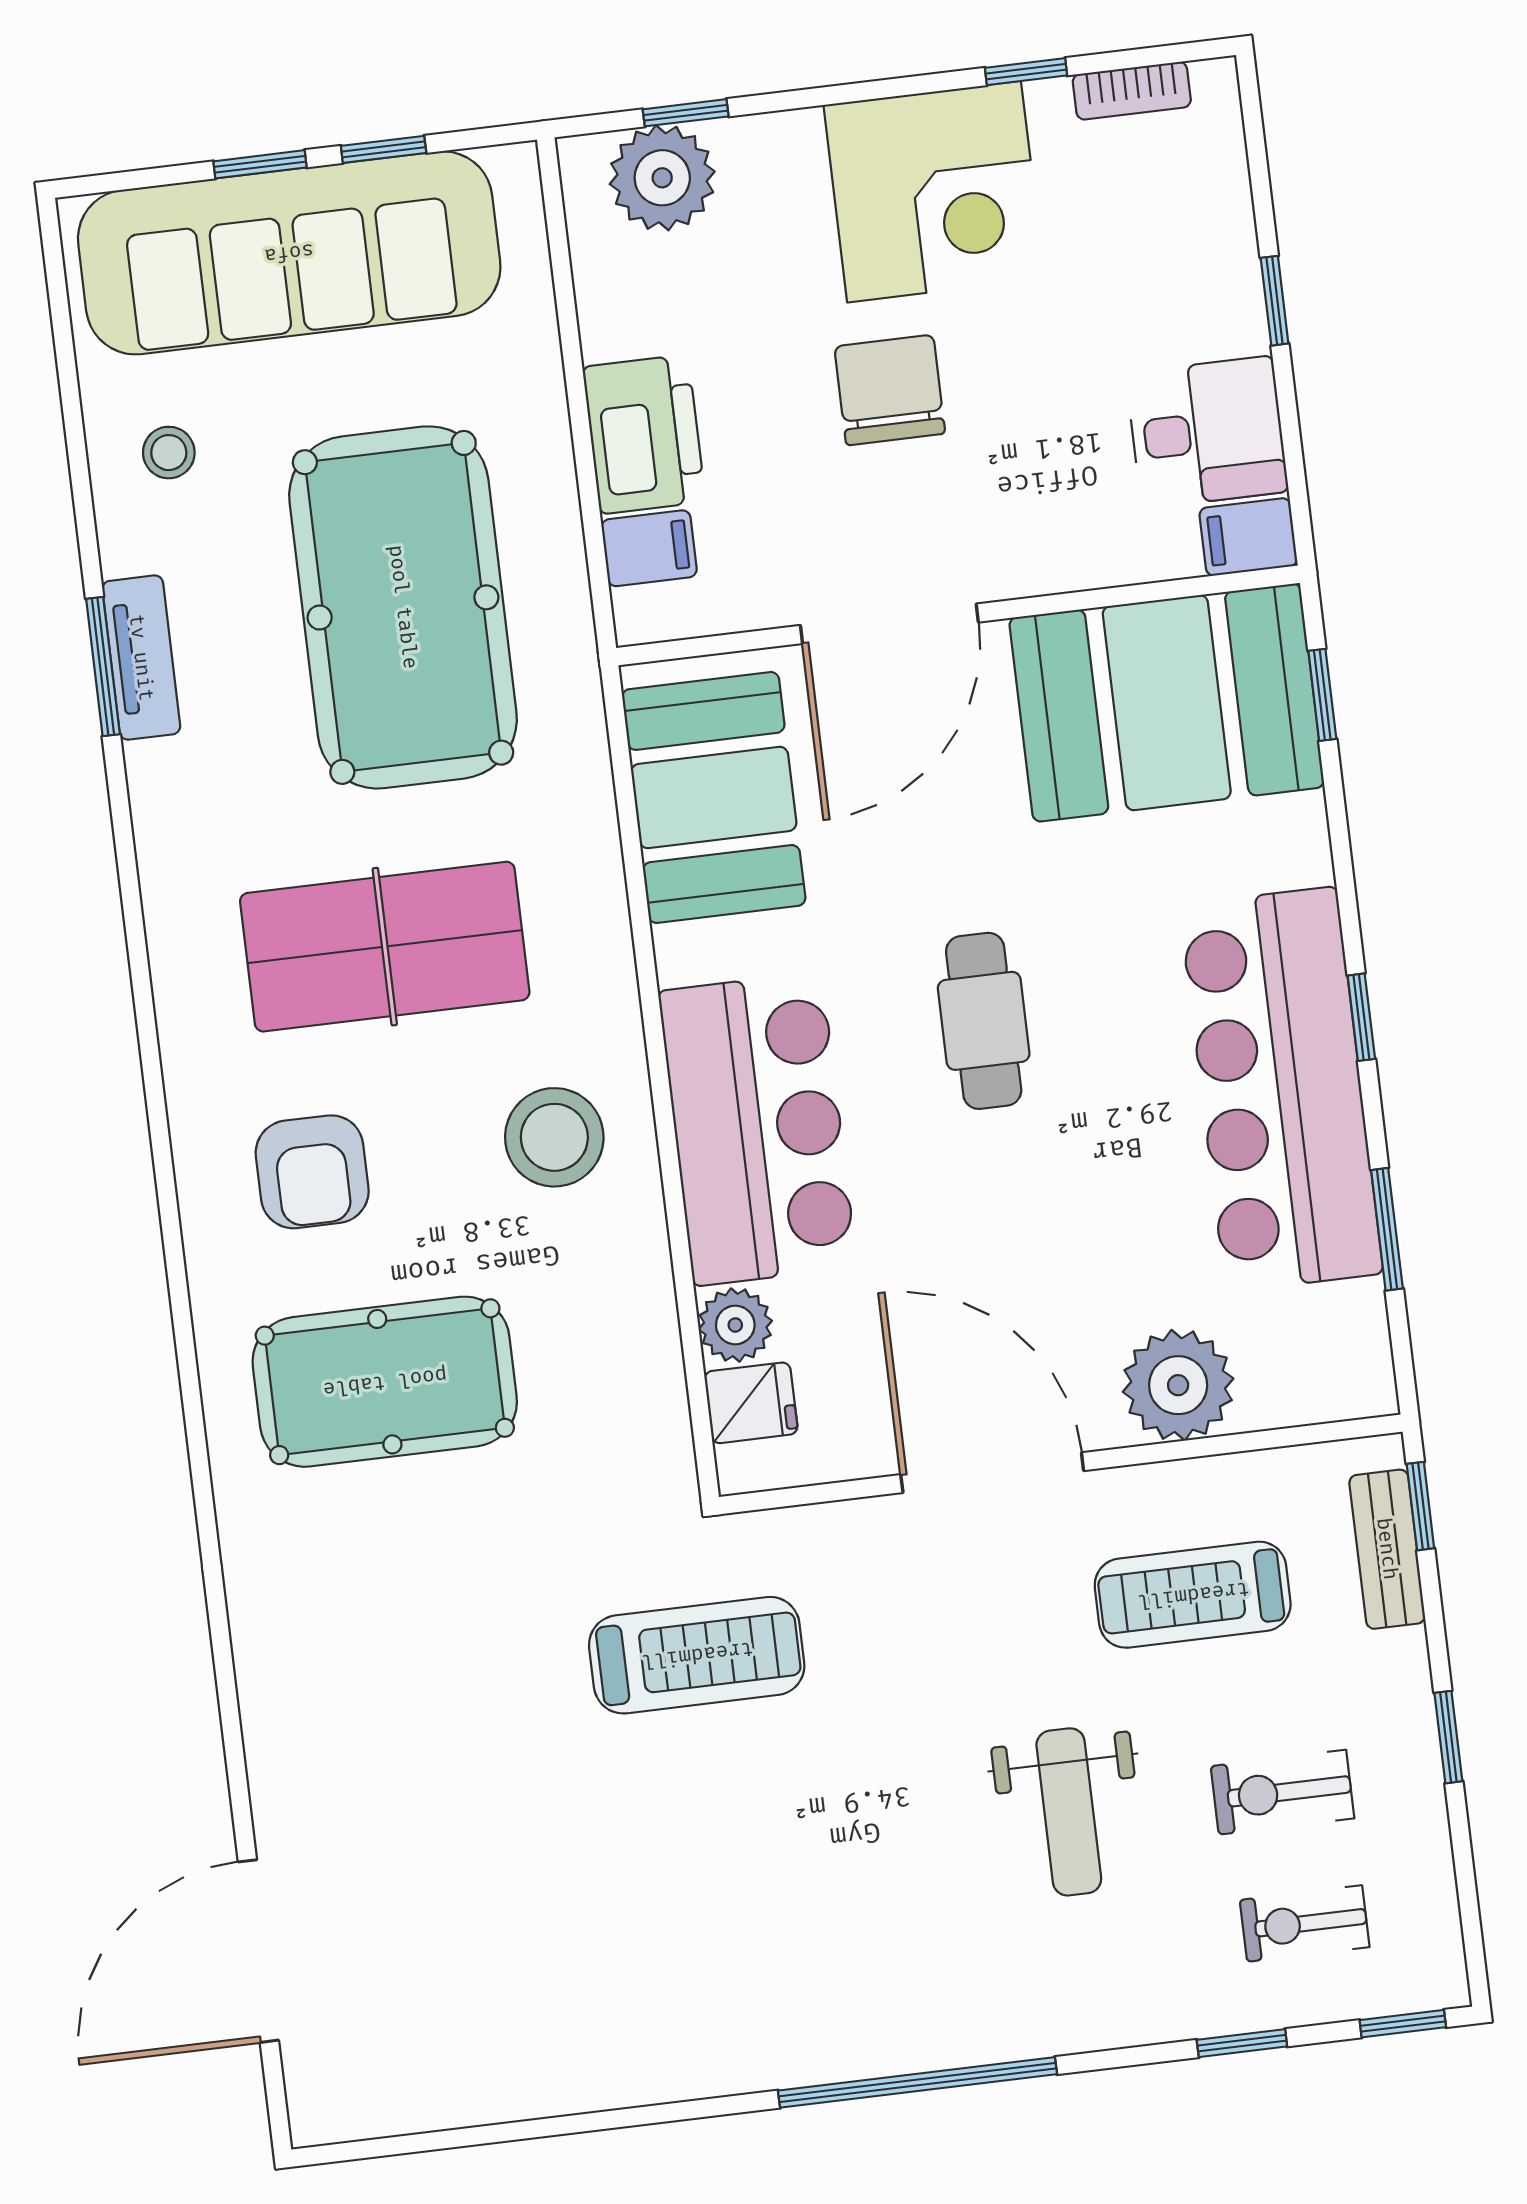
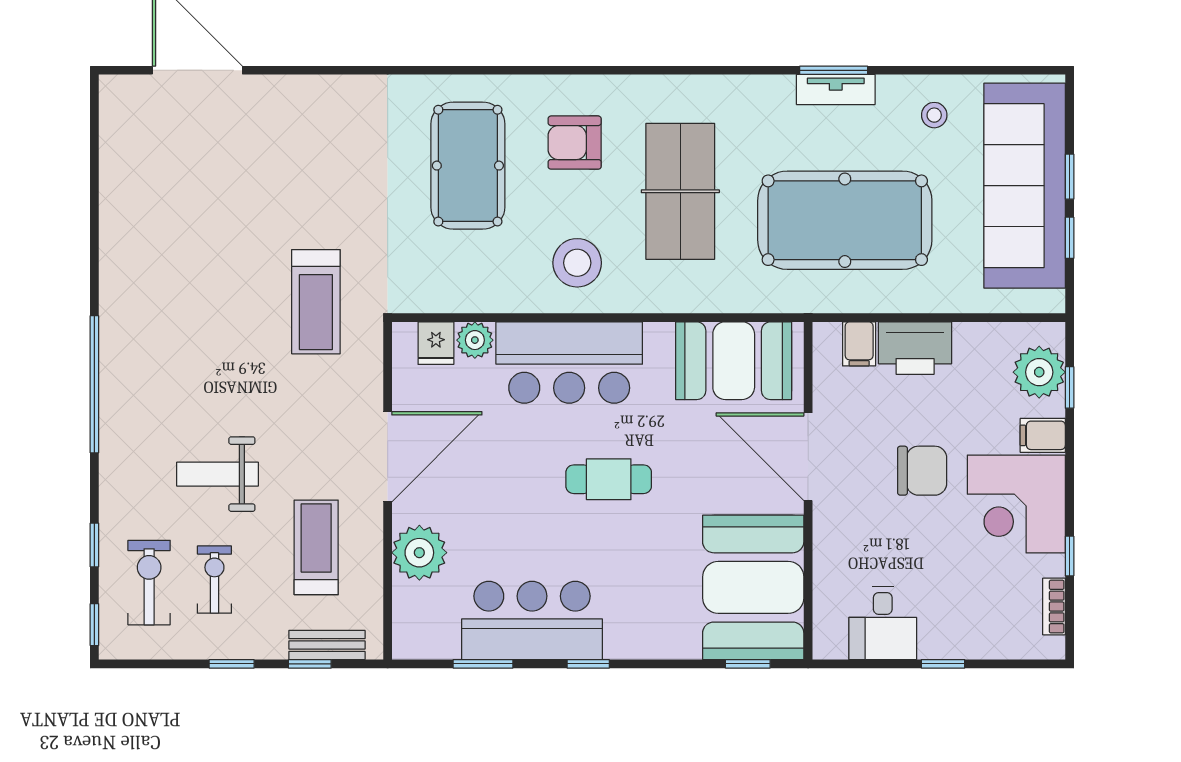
filing cabinet: (1248, 537) -> (1043, 435), moved, turned -90
bar counter: (1281, 1089) -> (532, 620), width x0.73
window: (1420, 1506) -> (310, 664), moved
exercise bike: (1305, 1923) -> (149, 583), width x1.38, depth x1.39

